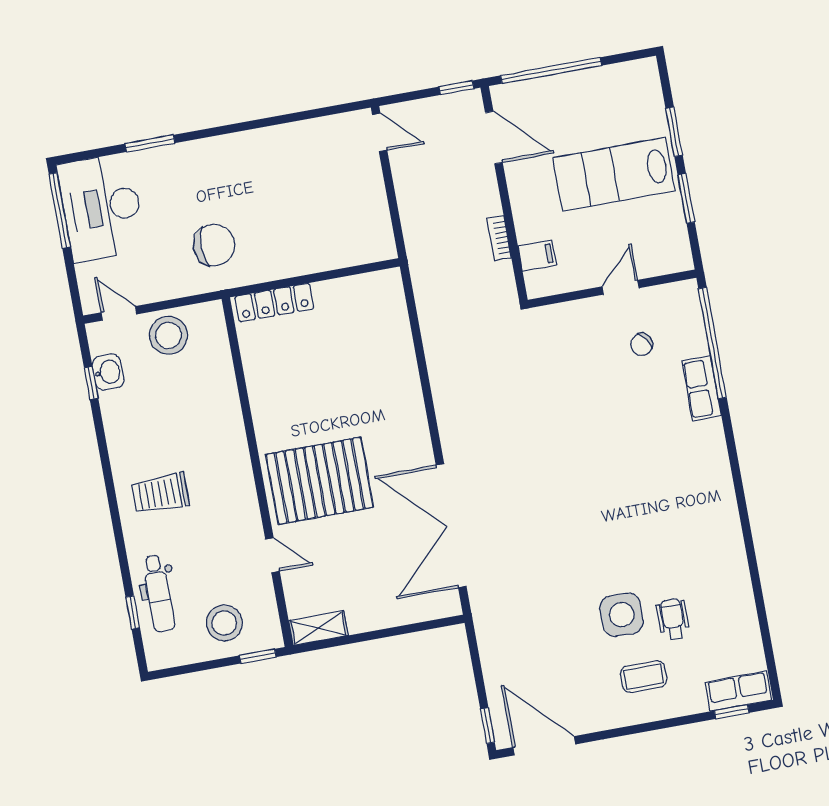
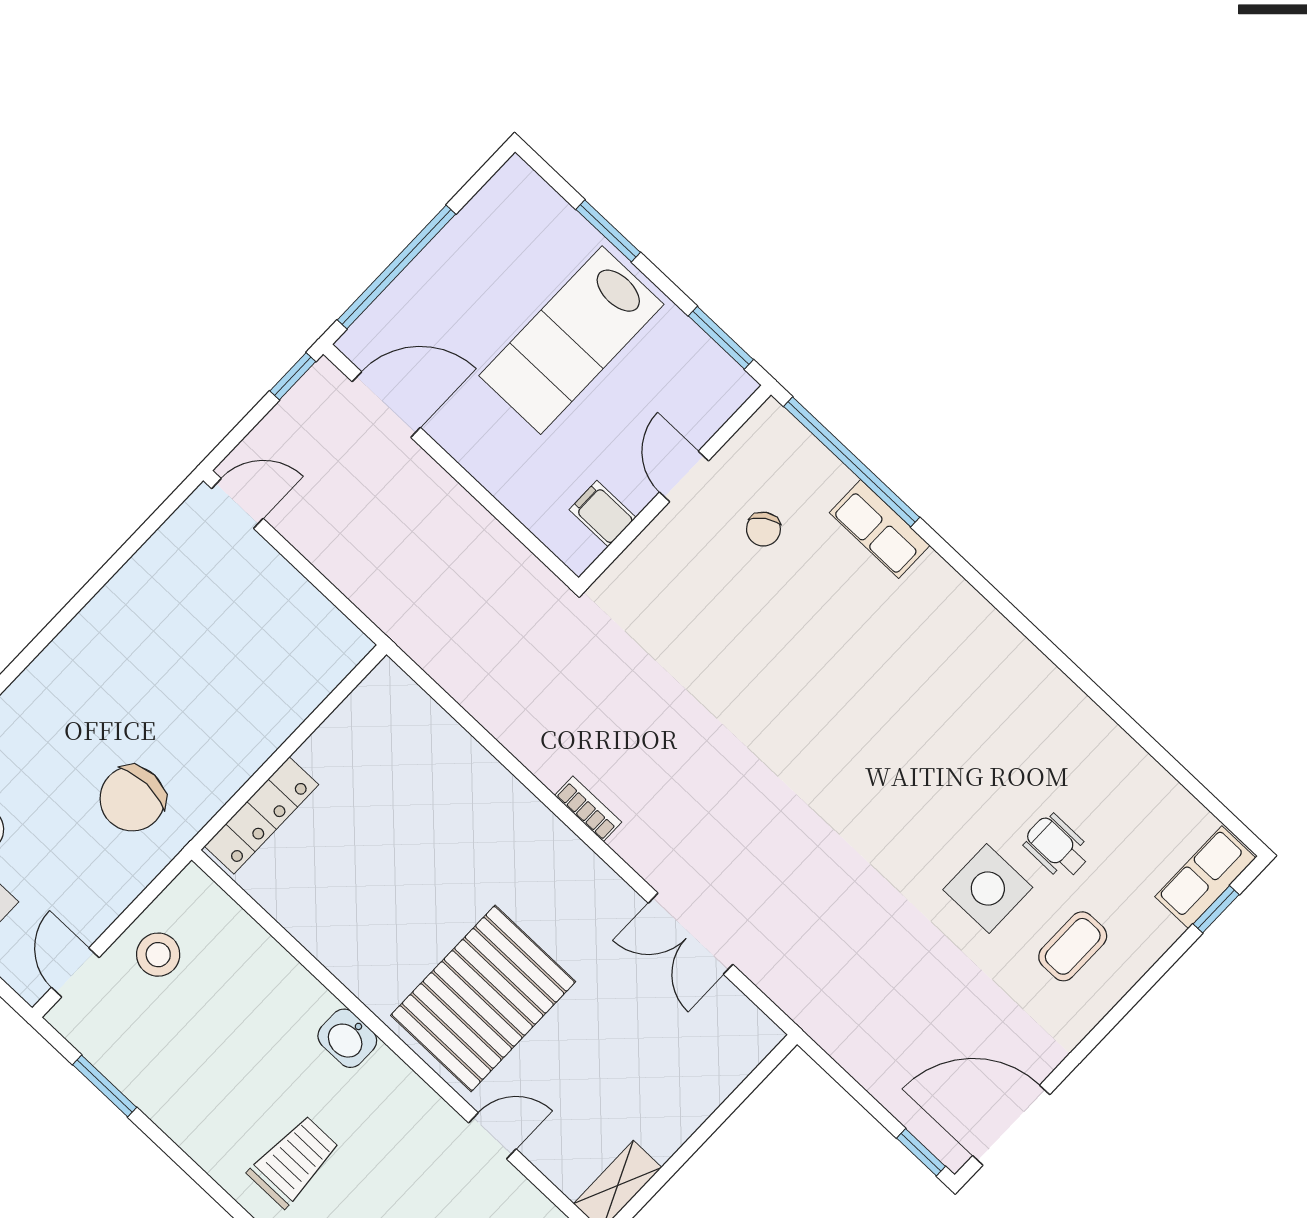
window: (686, 198) -> (721, 338), moved
bookcase: (499, 238) -> (588, 809), moved, turned 180
chair: (214, 245) -> (132, 799), turned 180
filing cabinet: (537, 256) -> (602, 514), moved, turned -90
door: (119, 313) -> (75, 972), hinge flipped
stool: (168, 335) -> (158, 955), width x0.73, depth x0.73
washbasin: (108, 372) -> (347, 1038), moved, turned 180
window: (91, 383) -> (105, 1086), width x1.50
trolley: (160, 493) -> (294, 1161), turned 180
double door: (451, 526) -> (691, 934), width x0.54

